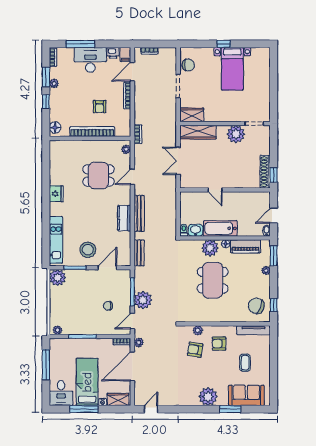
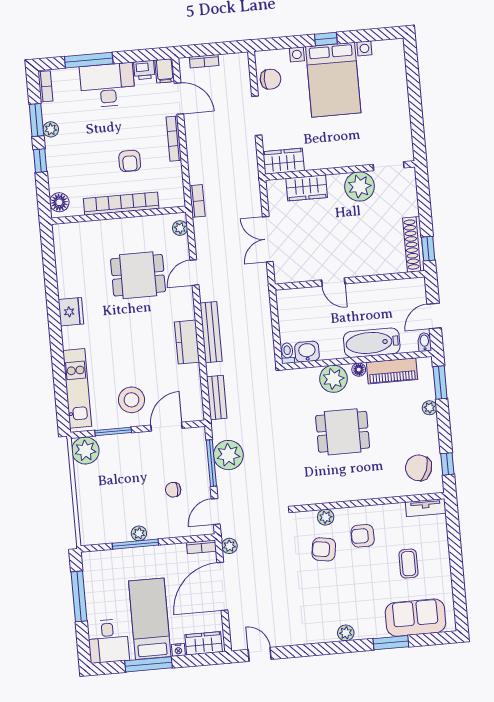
bed with nightstands: (232, 69) -> (333, 80), width x1.36
door: (132, 72) -> (179, 99), swing flipped
wardrobe: (198, 132) -> (307, 188), width x0.67
bathtub: (220, 228) -> (372, 343), moved
dining table: (213, 280) -> (343, 432), width x0.73
plant: (143, 300) -> (228, 455), moved
plant: (57, 330) -> (139, 533), moved
tv unit: (253, 330) -> (426, 508), width x0.71
plant: (208, 397) -> (346, 633), width x0.53, depth x0.53
door: (151, 409) -> (260, 654), hinge flipped

